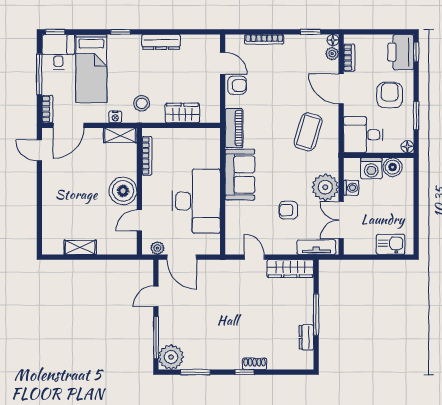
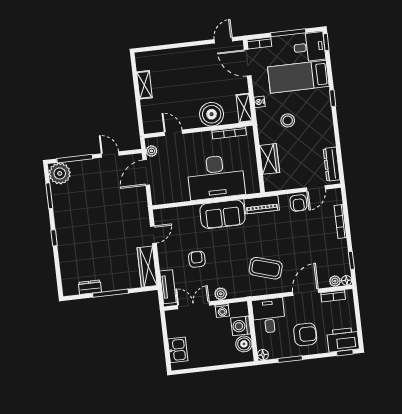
dresser: (161, 42) -> (332, 164), moved
stool: (142, 103) -> (288, 120), moved
plant: (325, 187) -> (221, 294), width x0.53, depth x0.53
boiler: (123, 191) -> (212, 114), moved
desk: (196, 201) -> (216, 177), moved
shoe rack: (255, 364) -> (62, 245), removed

